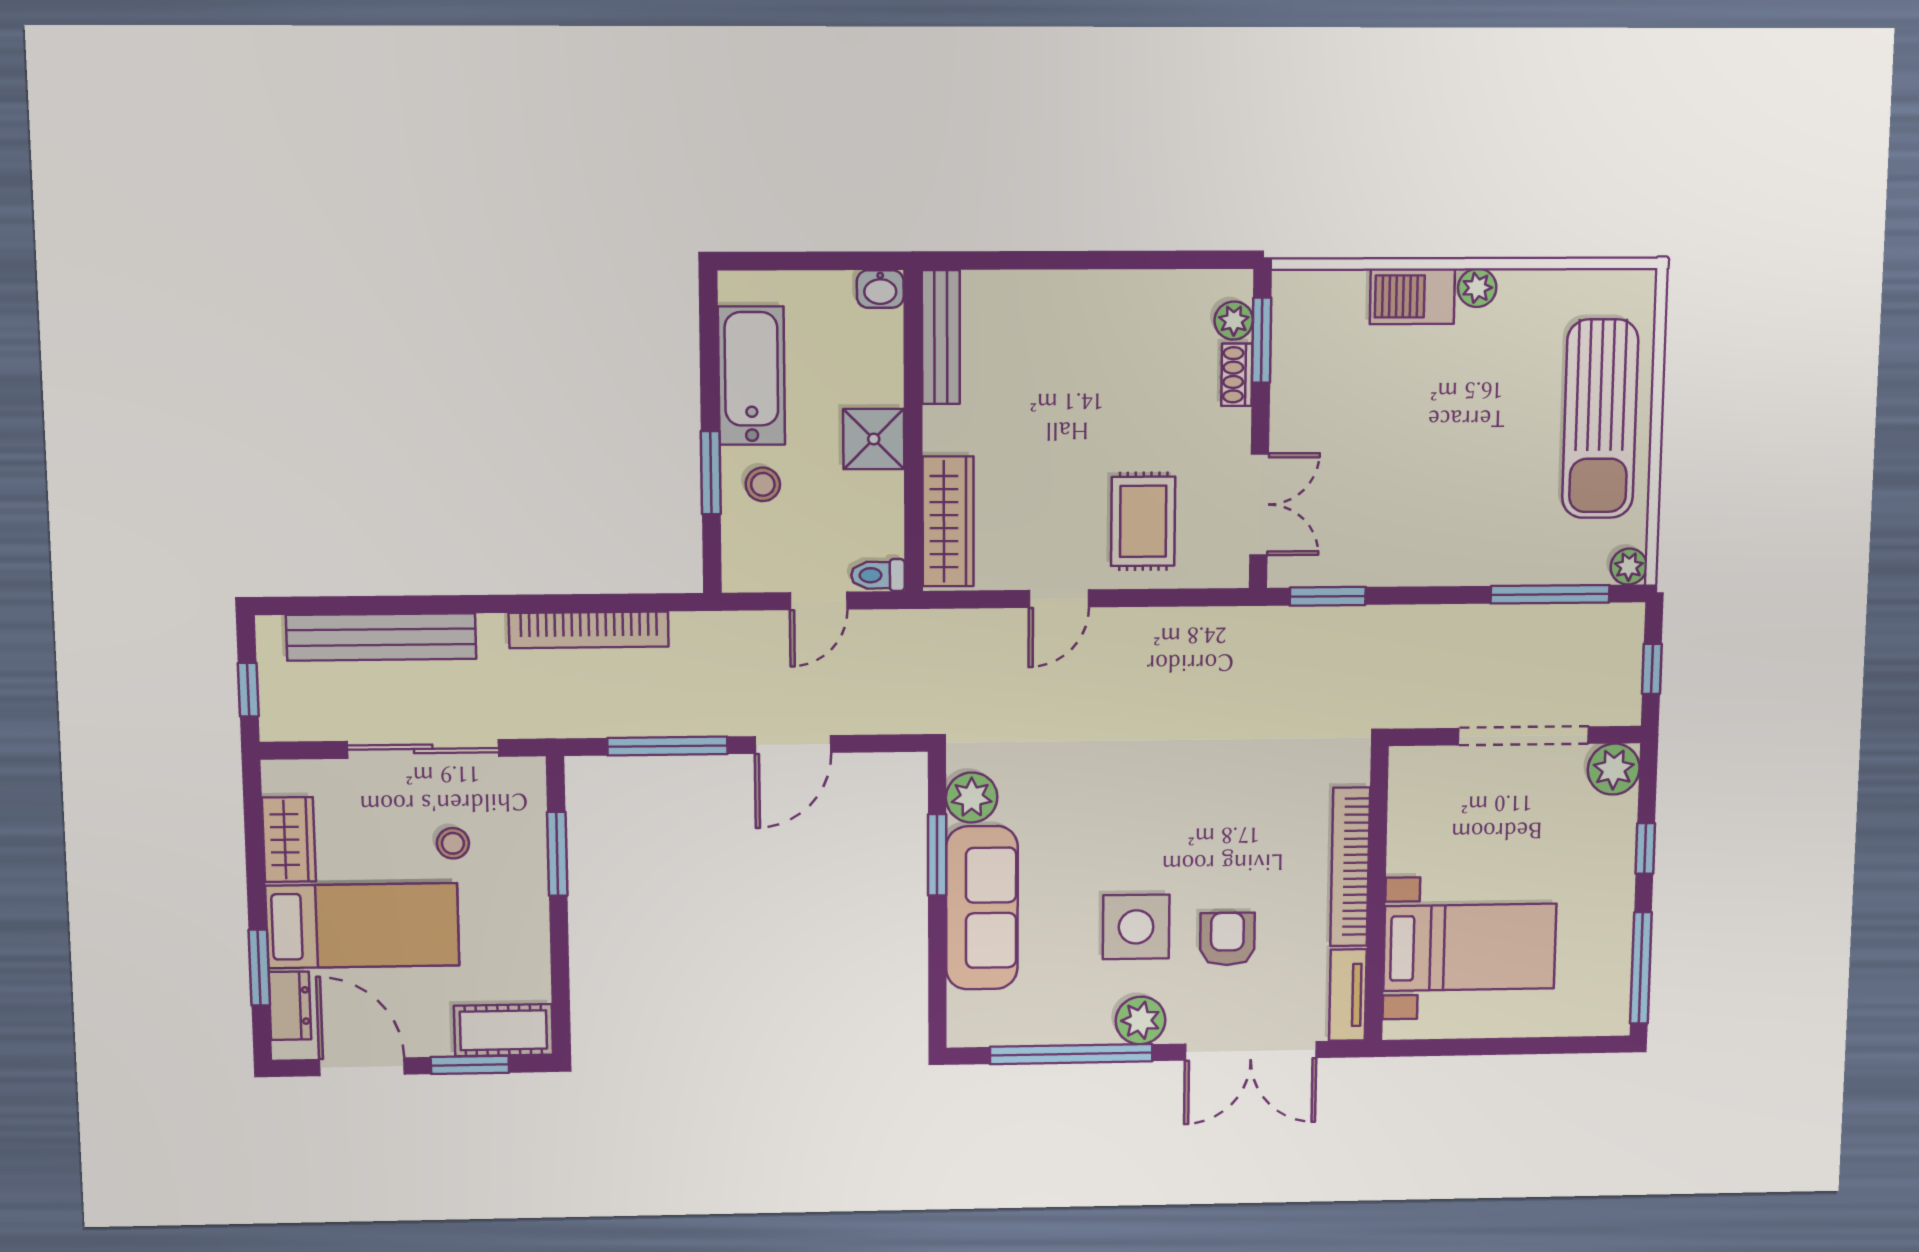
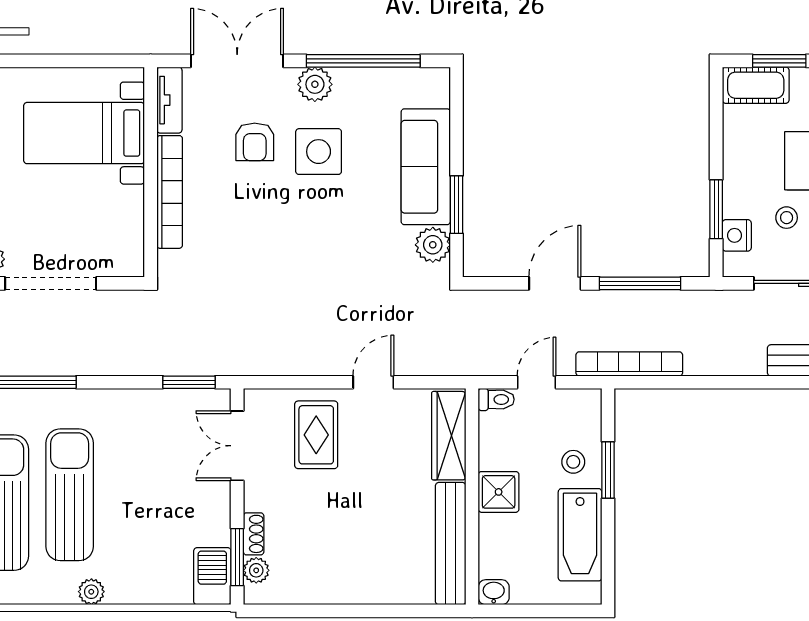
barbecue: (1412, 296) -> (212, 576), moved, turned -90
bench: (941, 337) -> (451, 544), width x1.37, depth x1.21
sun lounger: (1505, 431) -> (70, 495), added
bookcase: (589, 630) -> (629, 364), moved
nightstand: (526, 817) -> (737, 235), added

